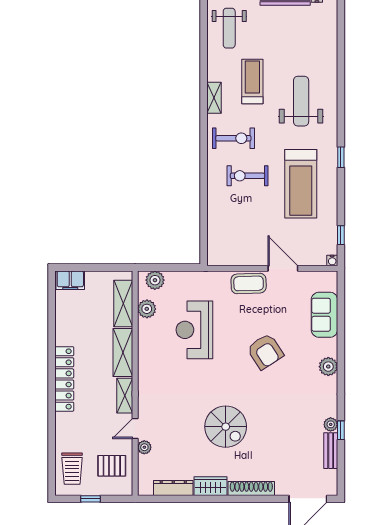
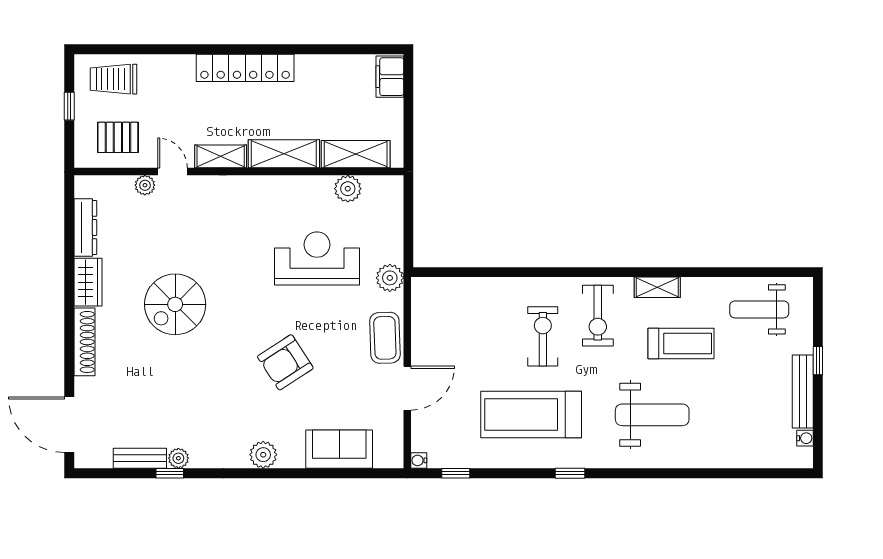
plant: (155, 280) -> (390, 278), moved
pallet: (112, 466) -> (118, 137), turned 90

